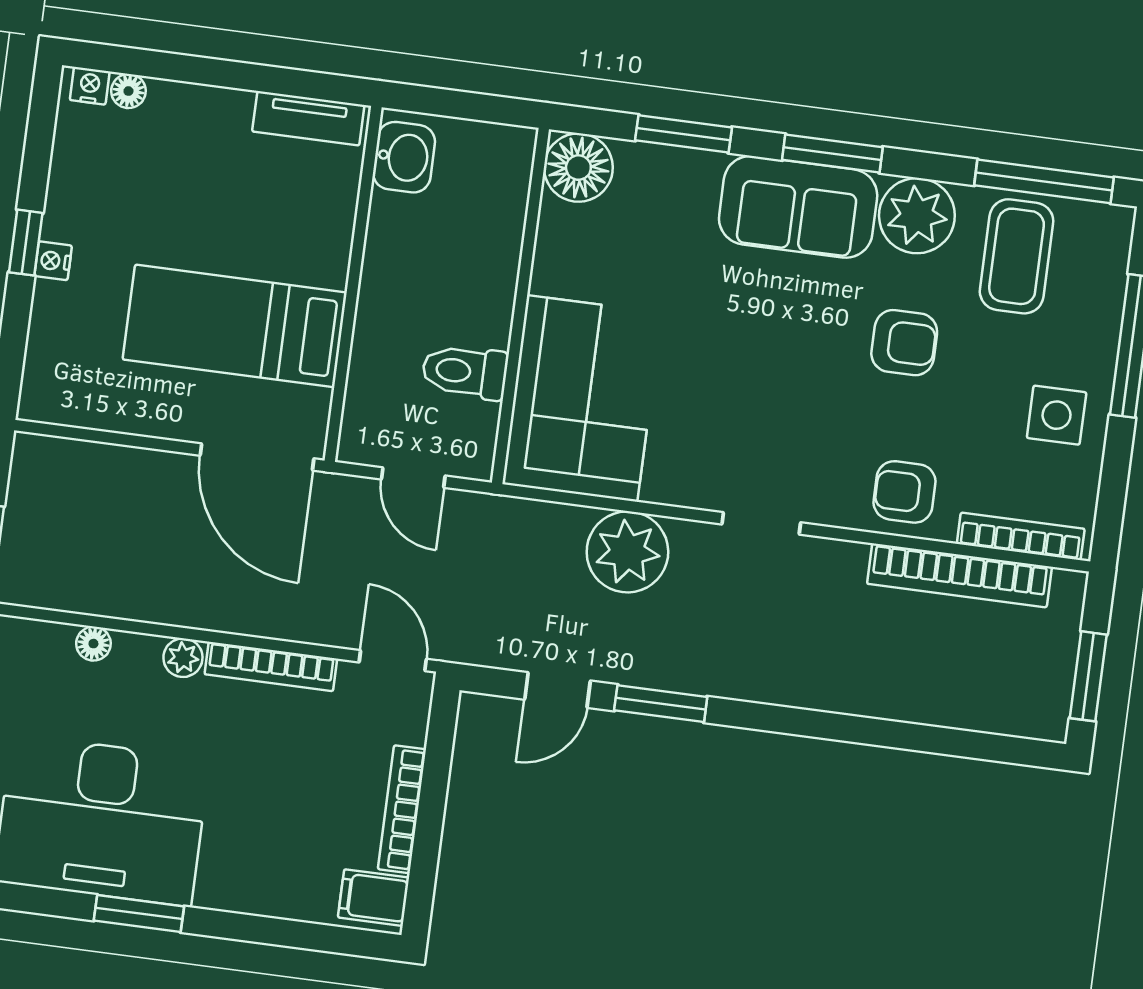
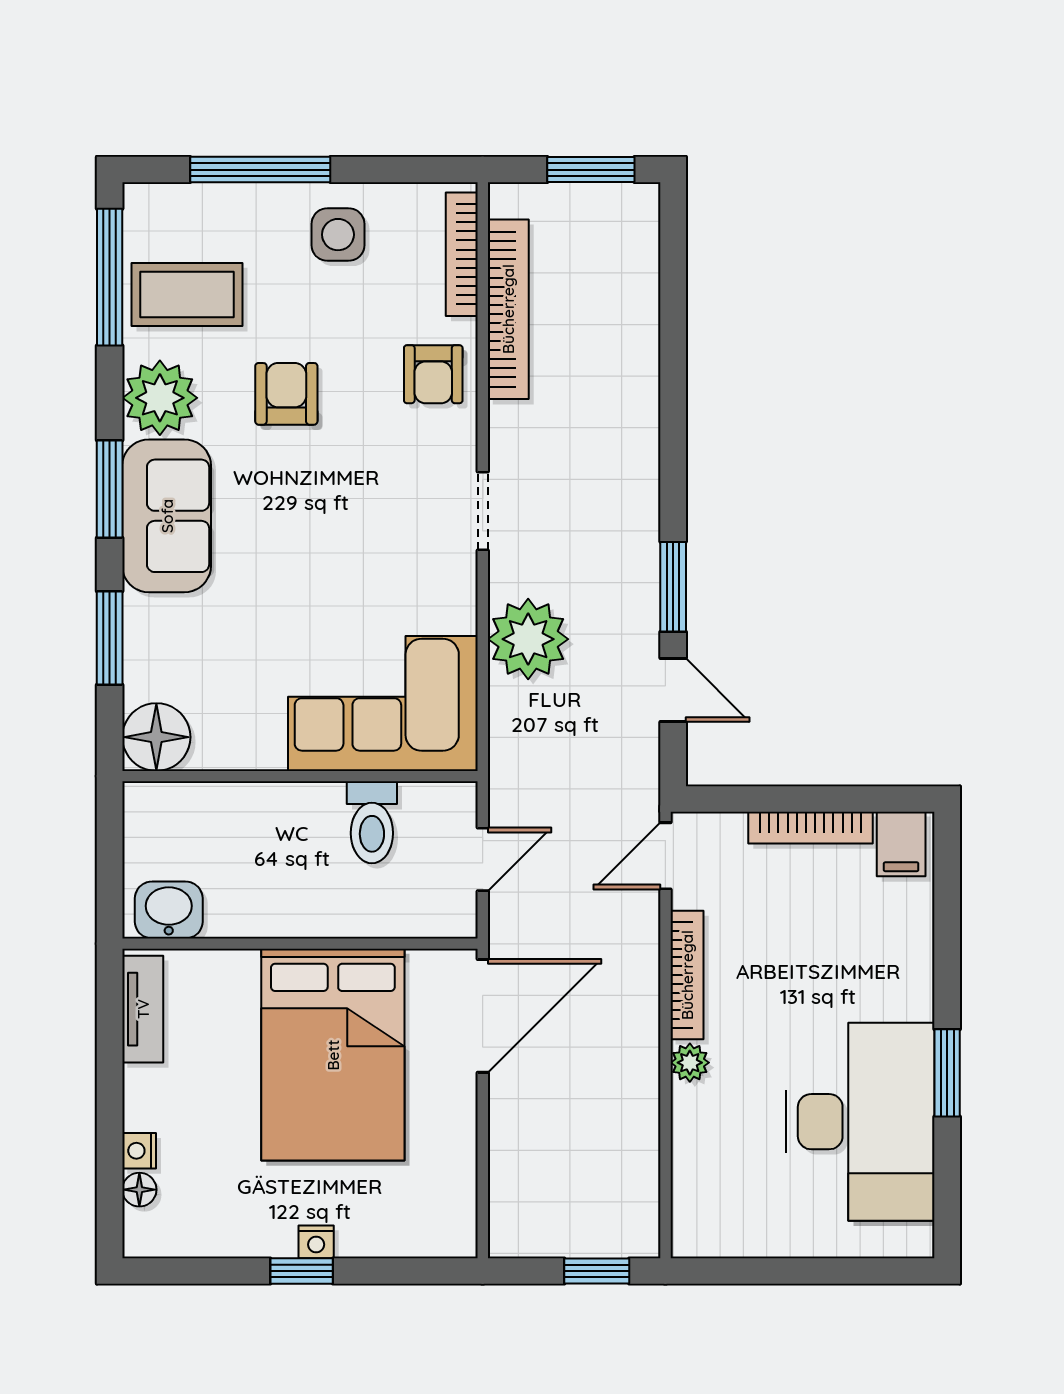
nightstand: (90, 86) -> (139, 1151), moved
bed: (235, 326) -> (333, 1055), width x1.50
floor lamp: (93, 644) -> (687, 1153), removed

